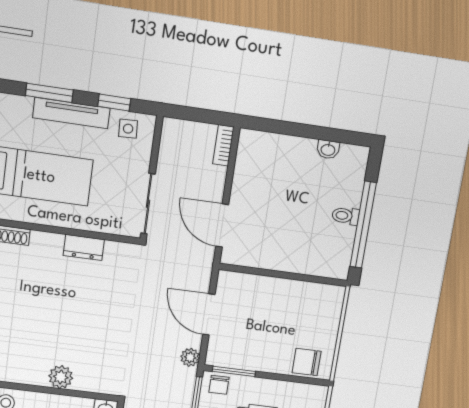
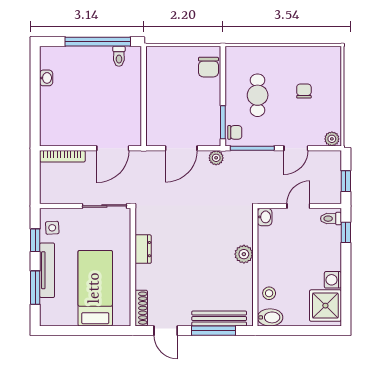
bookcase: (223, 145) -> (62, 156), width x1.56
toilet: (346, 216) -> (119, 56), moved

